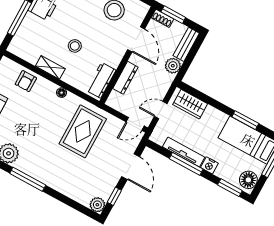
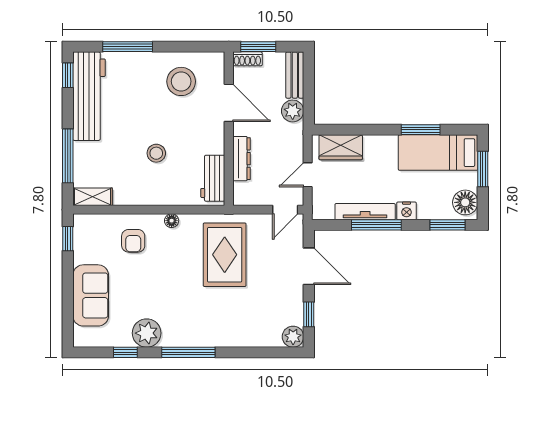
shelving: (50, 67) -> (93, 197), moved
armchair: (26, 81) -> (133, 241), moved

